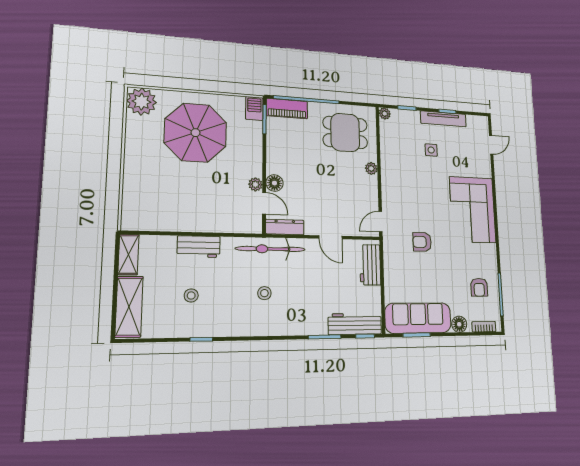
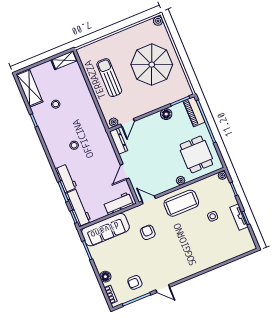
plant: (142, 102) -> (158, 21), width x0.53, depth x0.53
barbecue: (254, 109) -> (184, 92), removed
tv unit: (443, 119) -> (239, 217), width x0.71
door: (491, 145) -> (163, 289), moved
coffee table: (401, 181) -> (181, 203), added
floor lamp: (274, 183) -> (166, 114), moved
plant: (255, 184) -> (114, 122), moved
sun lounger: (187, 200) -> (109, 78), added
corner sofa: (473, 210) -> (185, 260), removed
workbench: (199, 247) -> (66, 178), moved, turned 180
bicycle: (270, 249) -> (102, 138), removed
shelving: (129, 307) -> (29, 88), moved, turned 90
sofa: (418, 318) -> (105, 230), moved, turned 90

